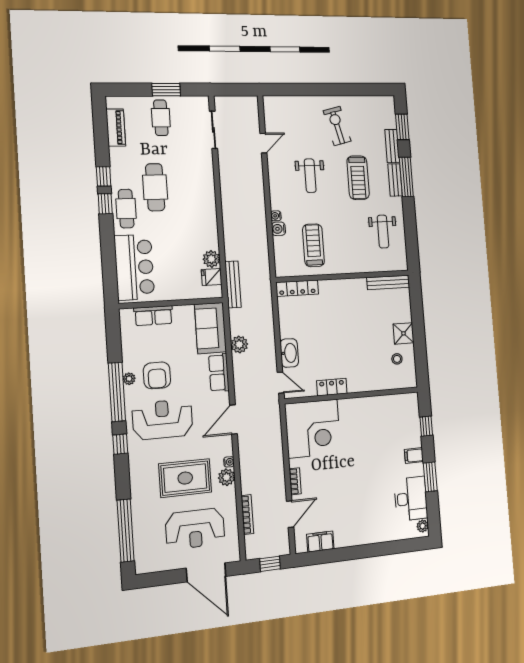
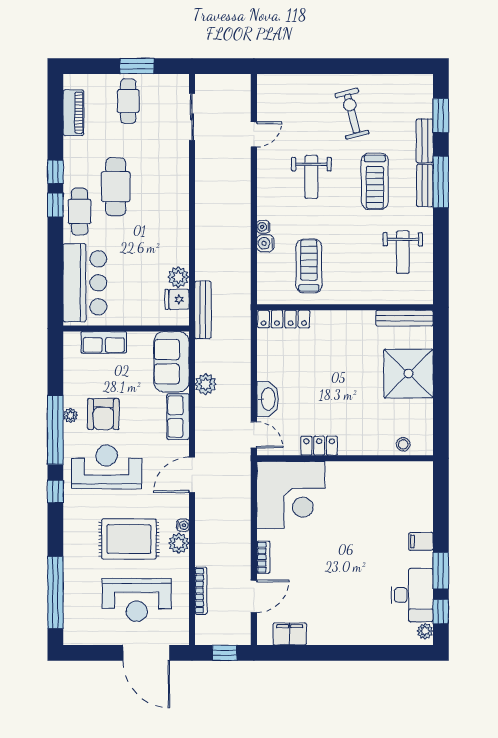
shower: (403, 333) -> (408, 374), width x1.86, depth x1.86
stool: (397, 359) -> (403, 444), moved
window: (426, 426) -> (441, 612), moved

